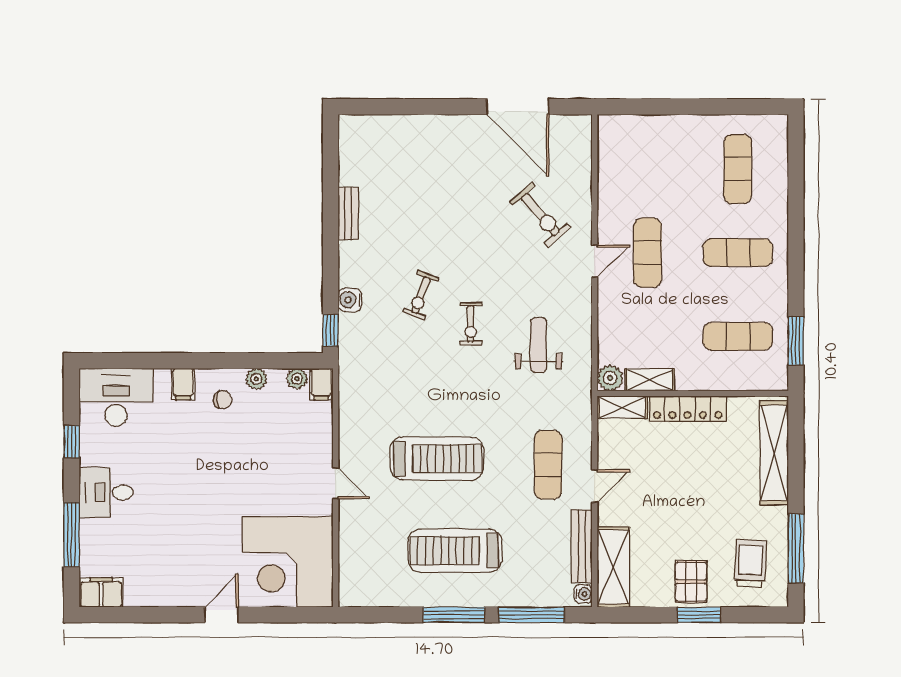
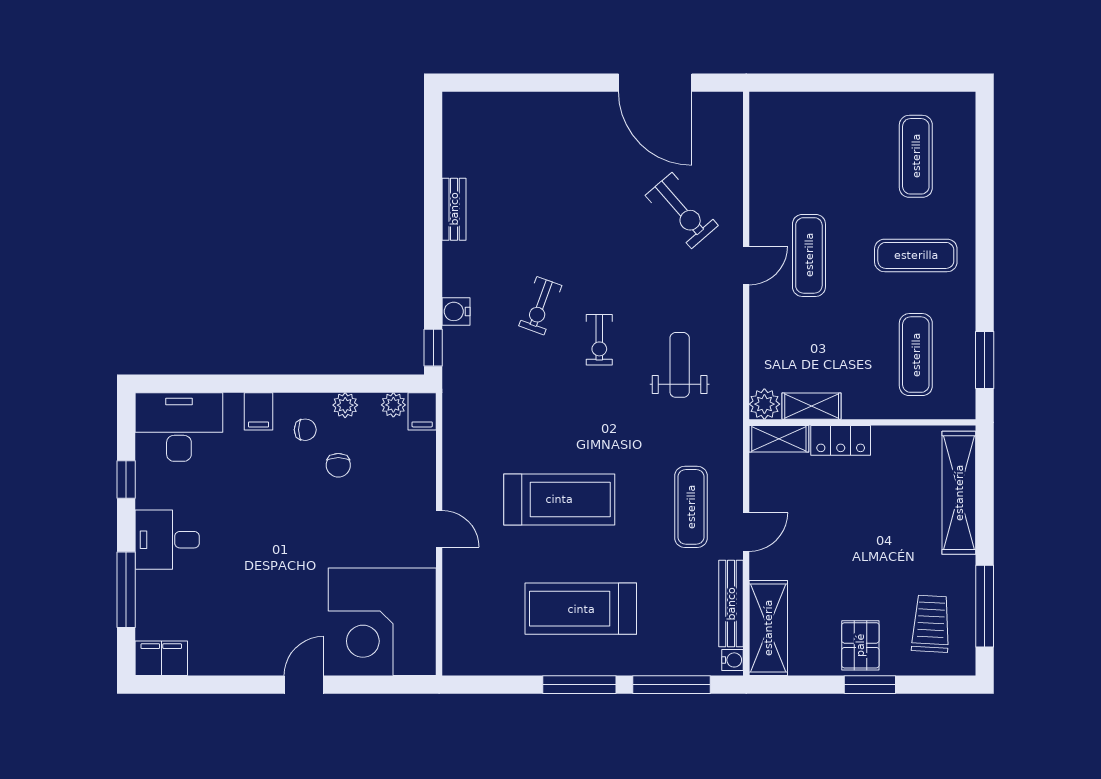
exercise mat: (738, 336) -> (916, 355), turned 90
locker: (688, 409) -> (841, 440), width x0.66
chair: (250, 430) -> (338, 465), added

